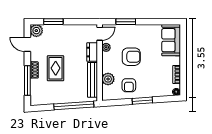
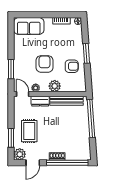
rug: (56, 68) -> (29, 131), moved, turned 90
plant: (108, 79) -> (55, 86), moved
window: (27, 81) -> (67, 163), width x1.46

